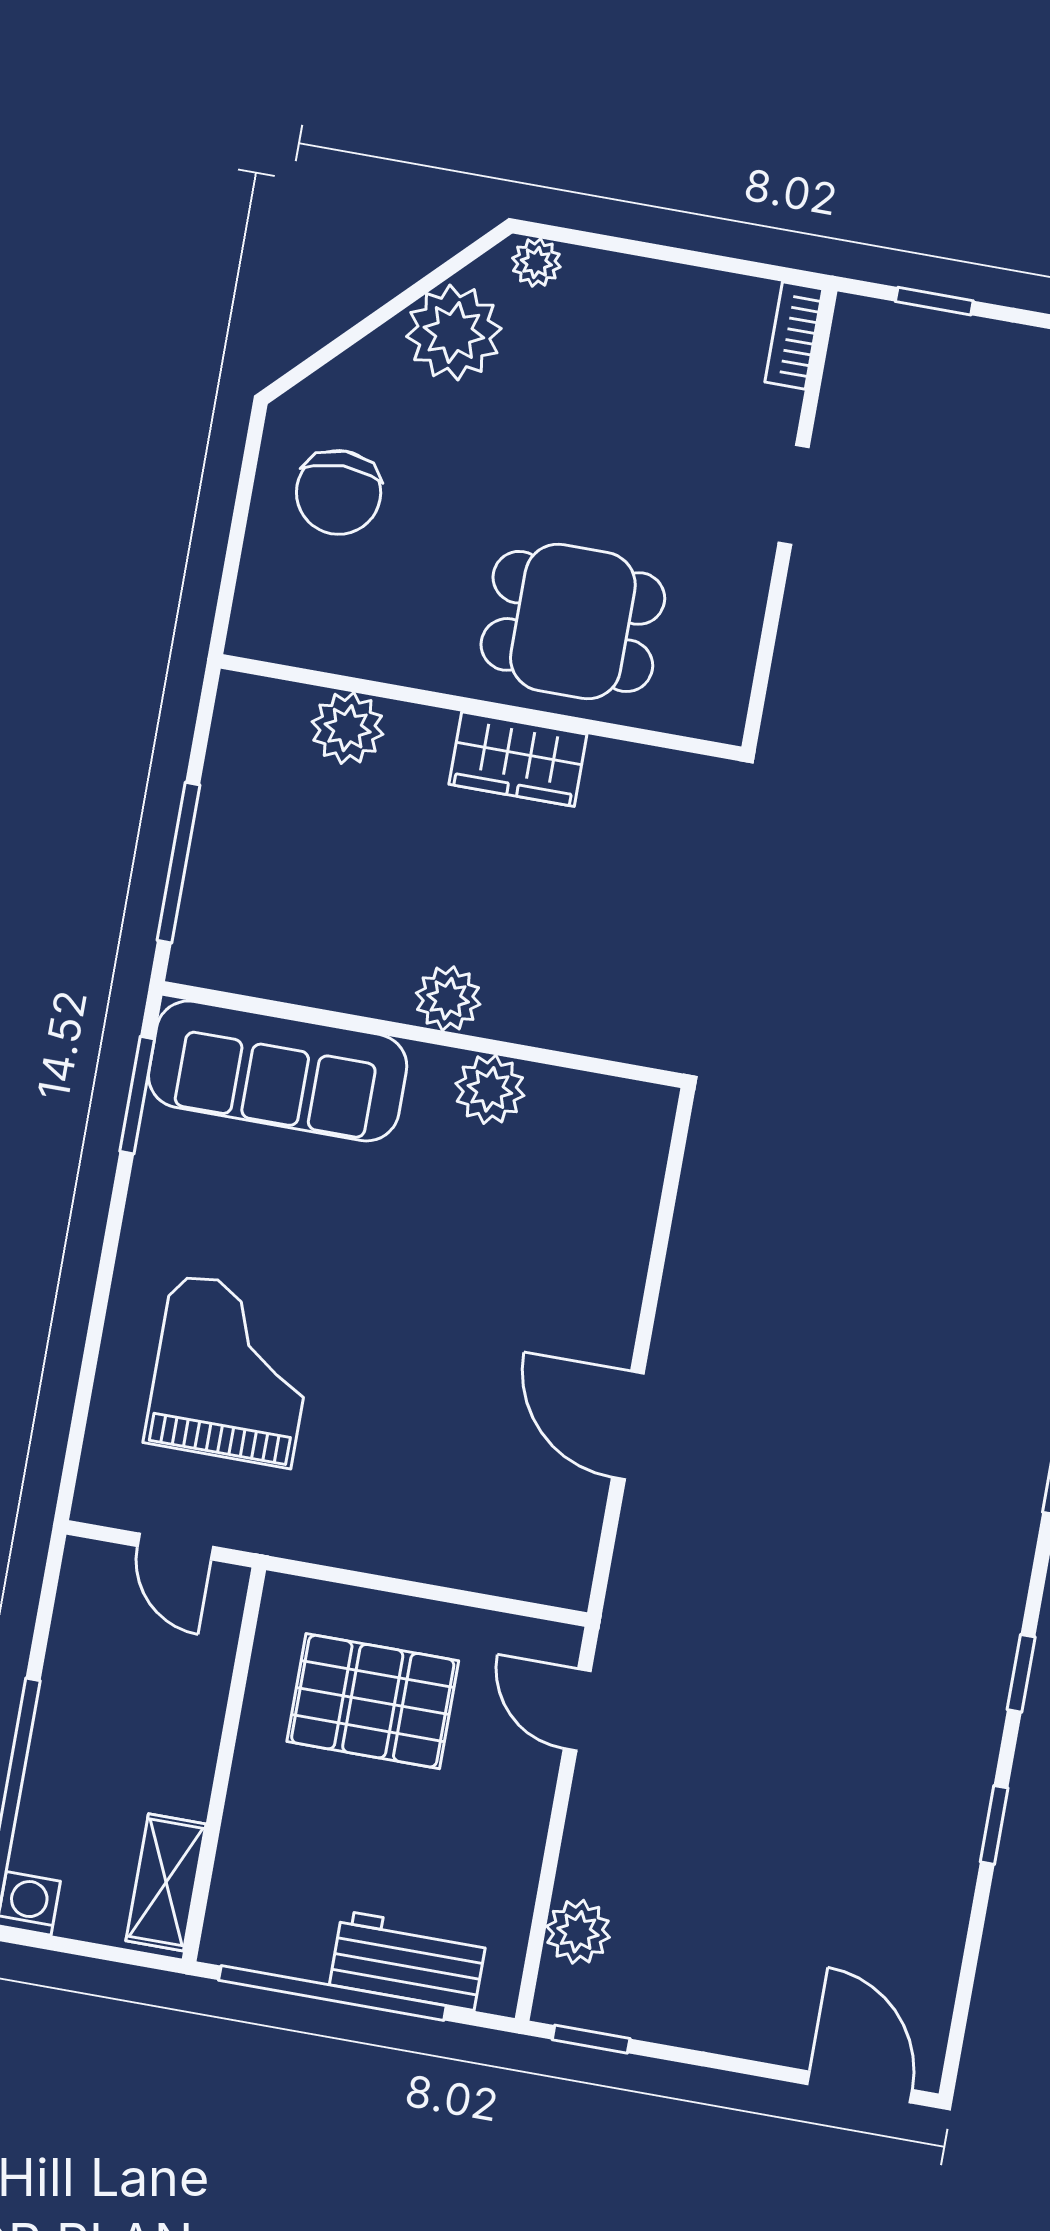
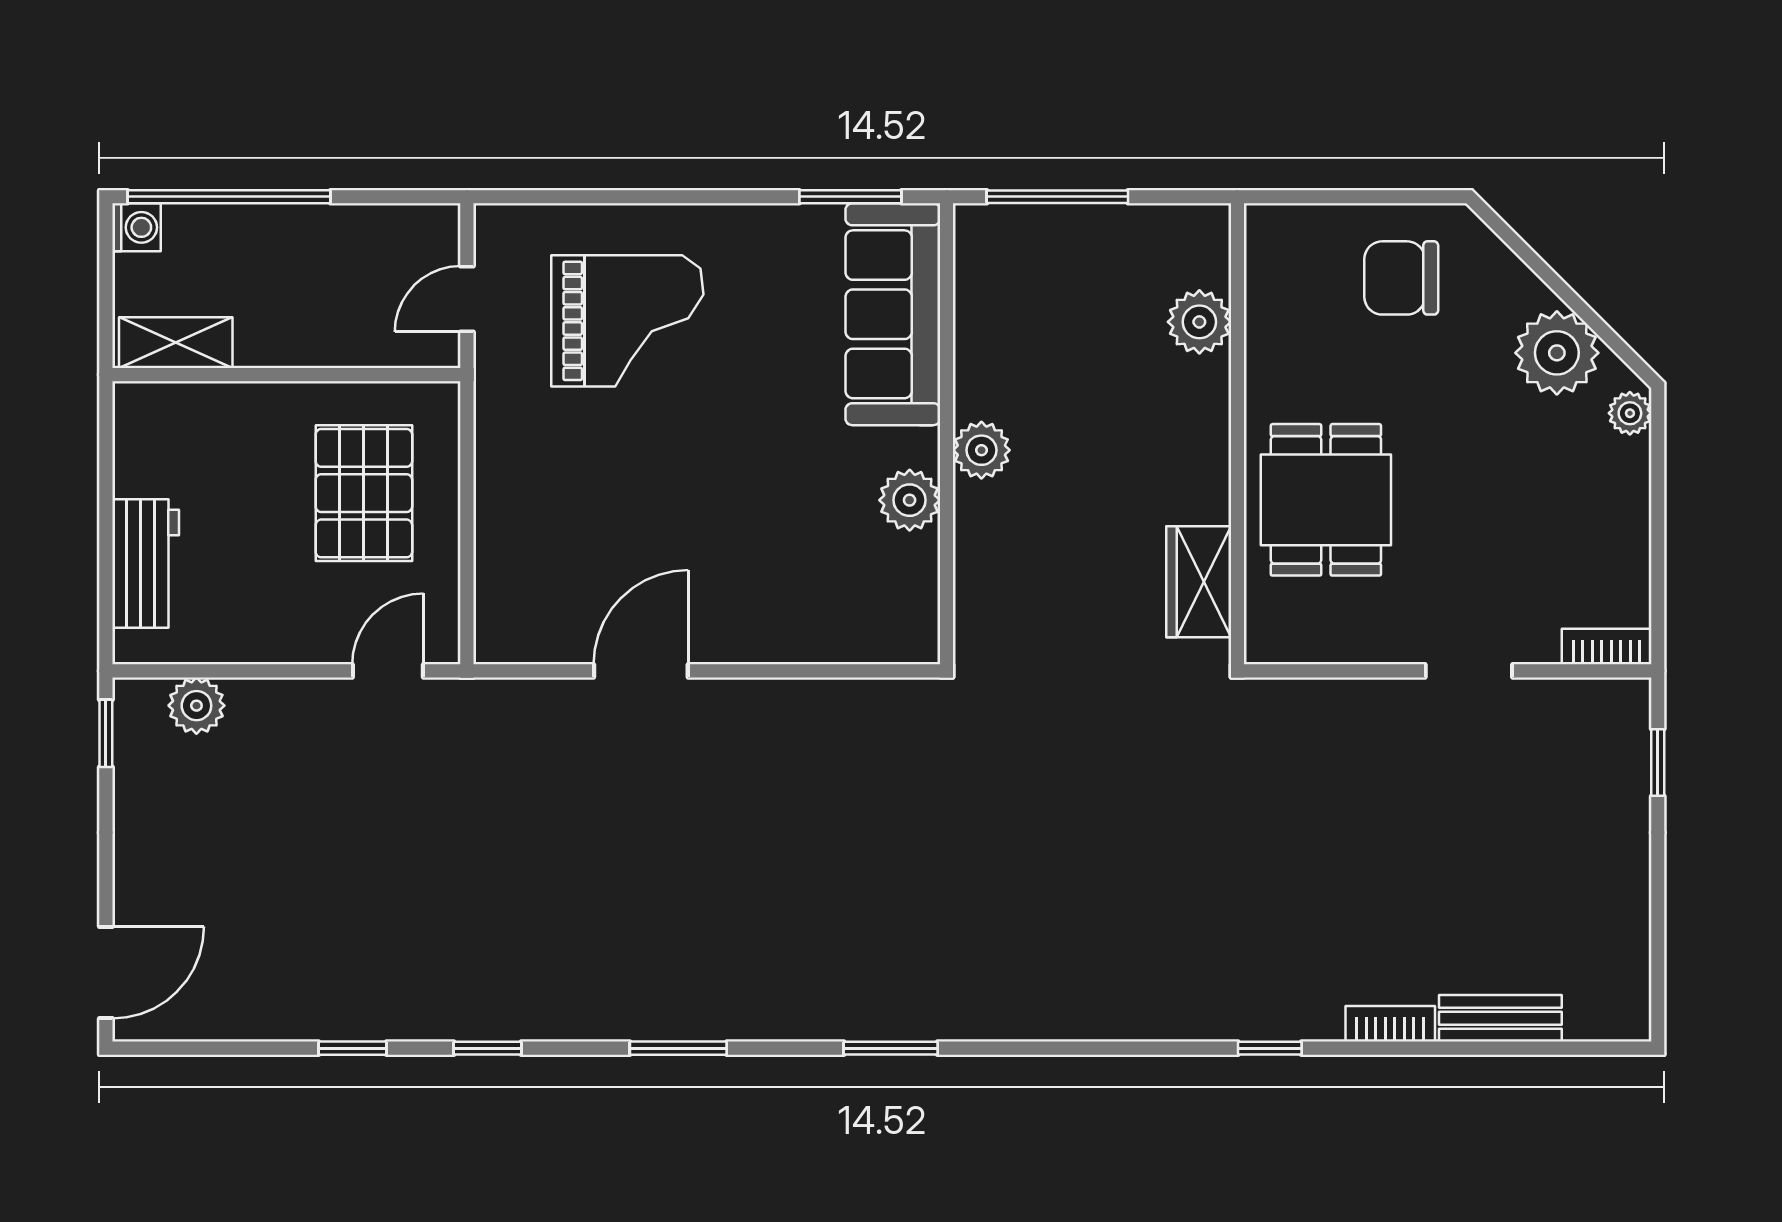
wardrobe: (518, 759) -> (1199, 582), moved
window: (332, 1993) -> (106, 503), removed

